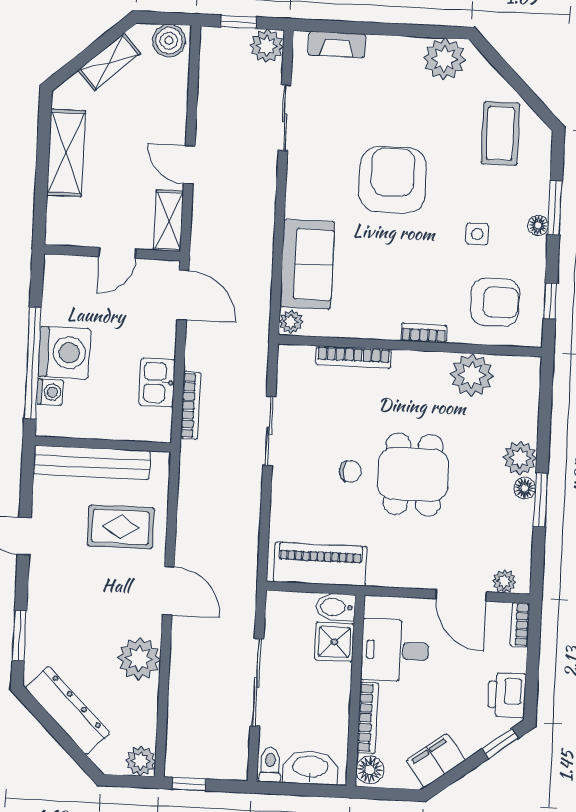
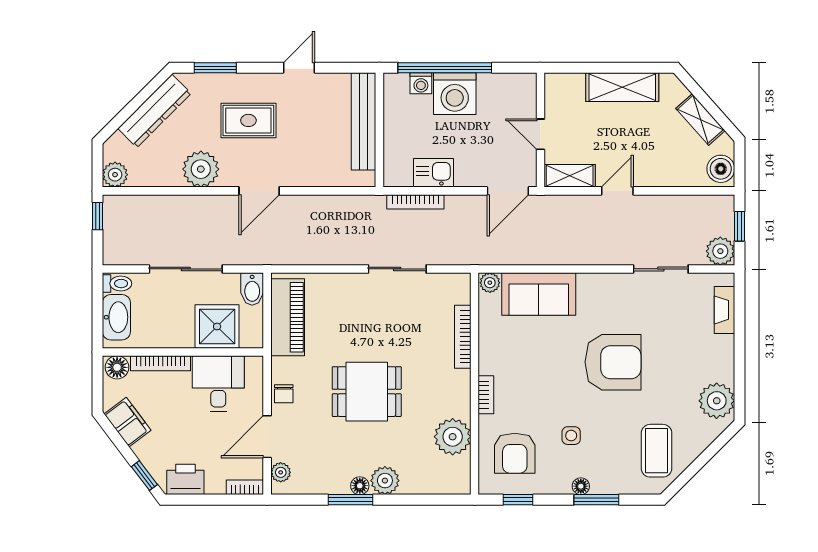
coffee table: (500, 133) -> (657, 451), turned 90
chair: (350, 471) -> (284, 394), moved
rug: (121, 527) -> (248, 120), moved, turned 90
bidet: (336, 607) -> (252, 289), moved, turned 180
shower: (334, 642) -> (217, 326), width x1.36, depth x1.36

